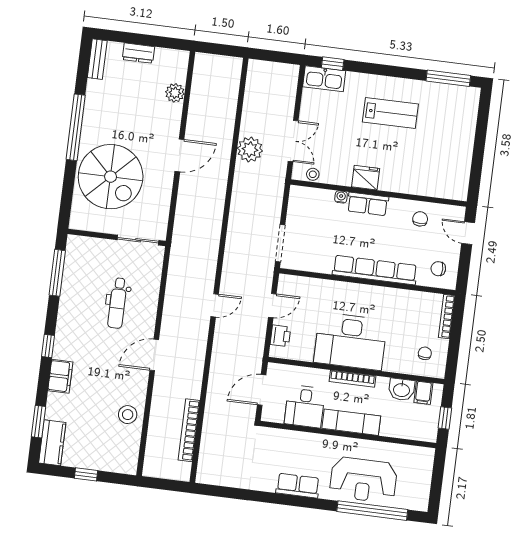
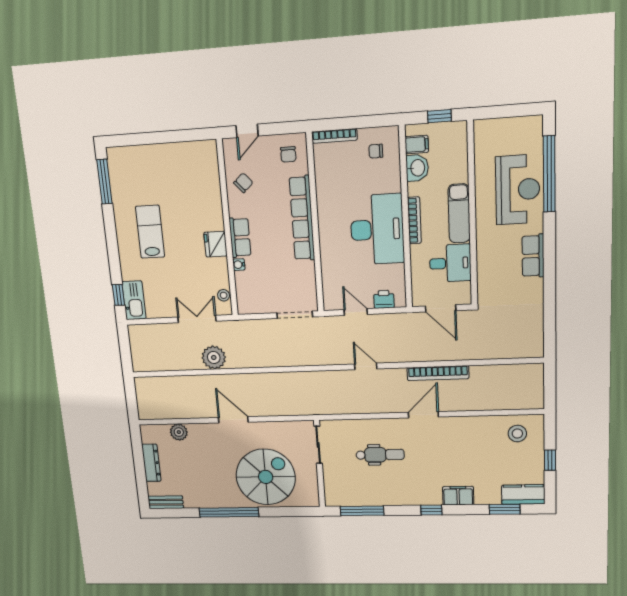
dresser: (138, 53) -> (151, 463), width x1.44
chair: (420, 219) -> (243, 183), turned 138
door: (154, 355) -> (423, 415), swing flipped
stool: (128, 415) -> (517, 434), moved
bookcase: (189, 430) -> (438, 373), moved

